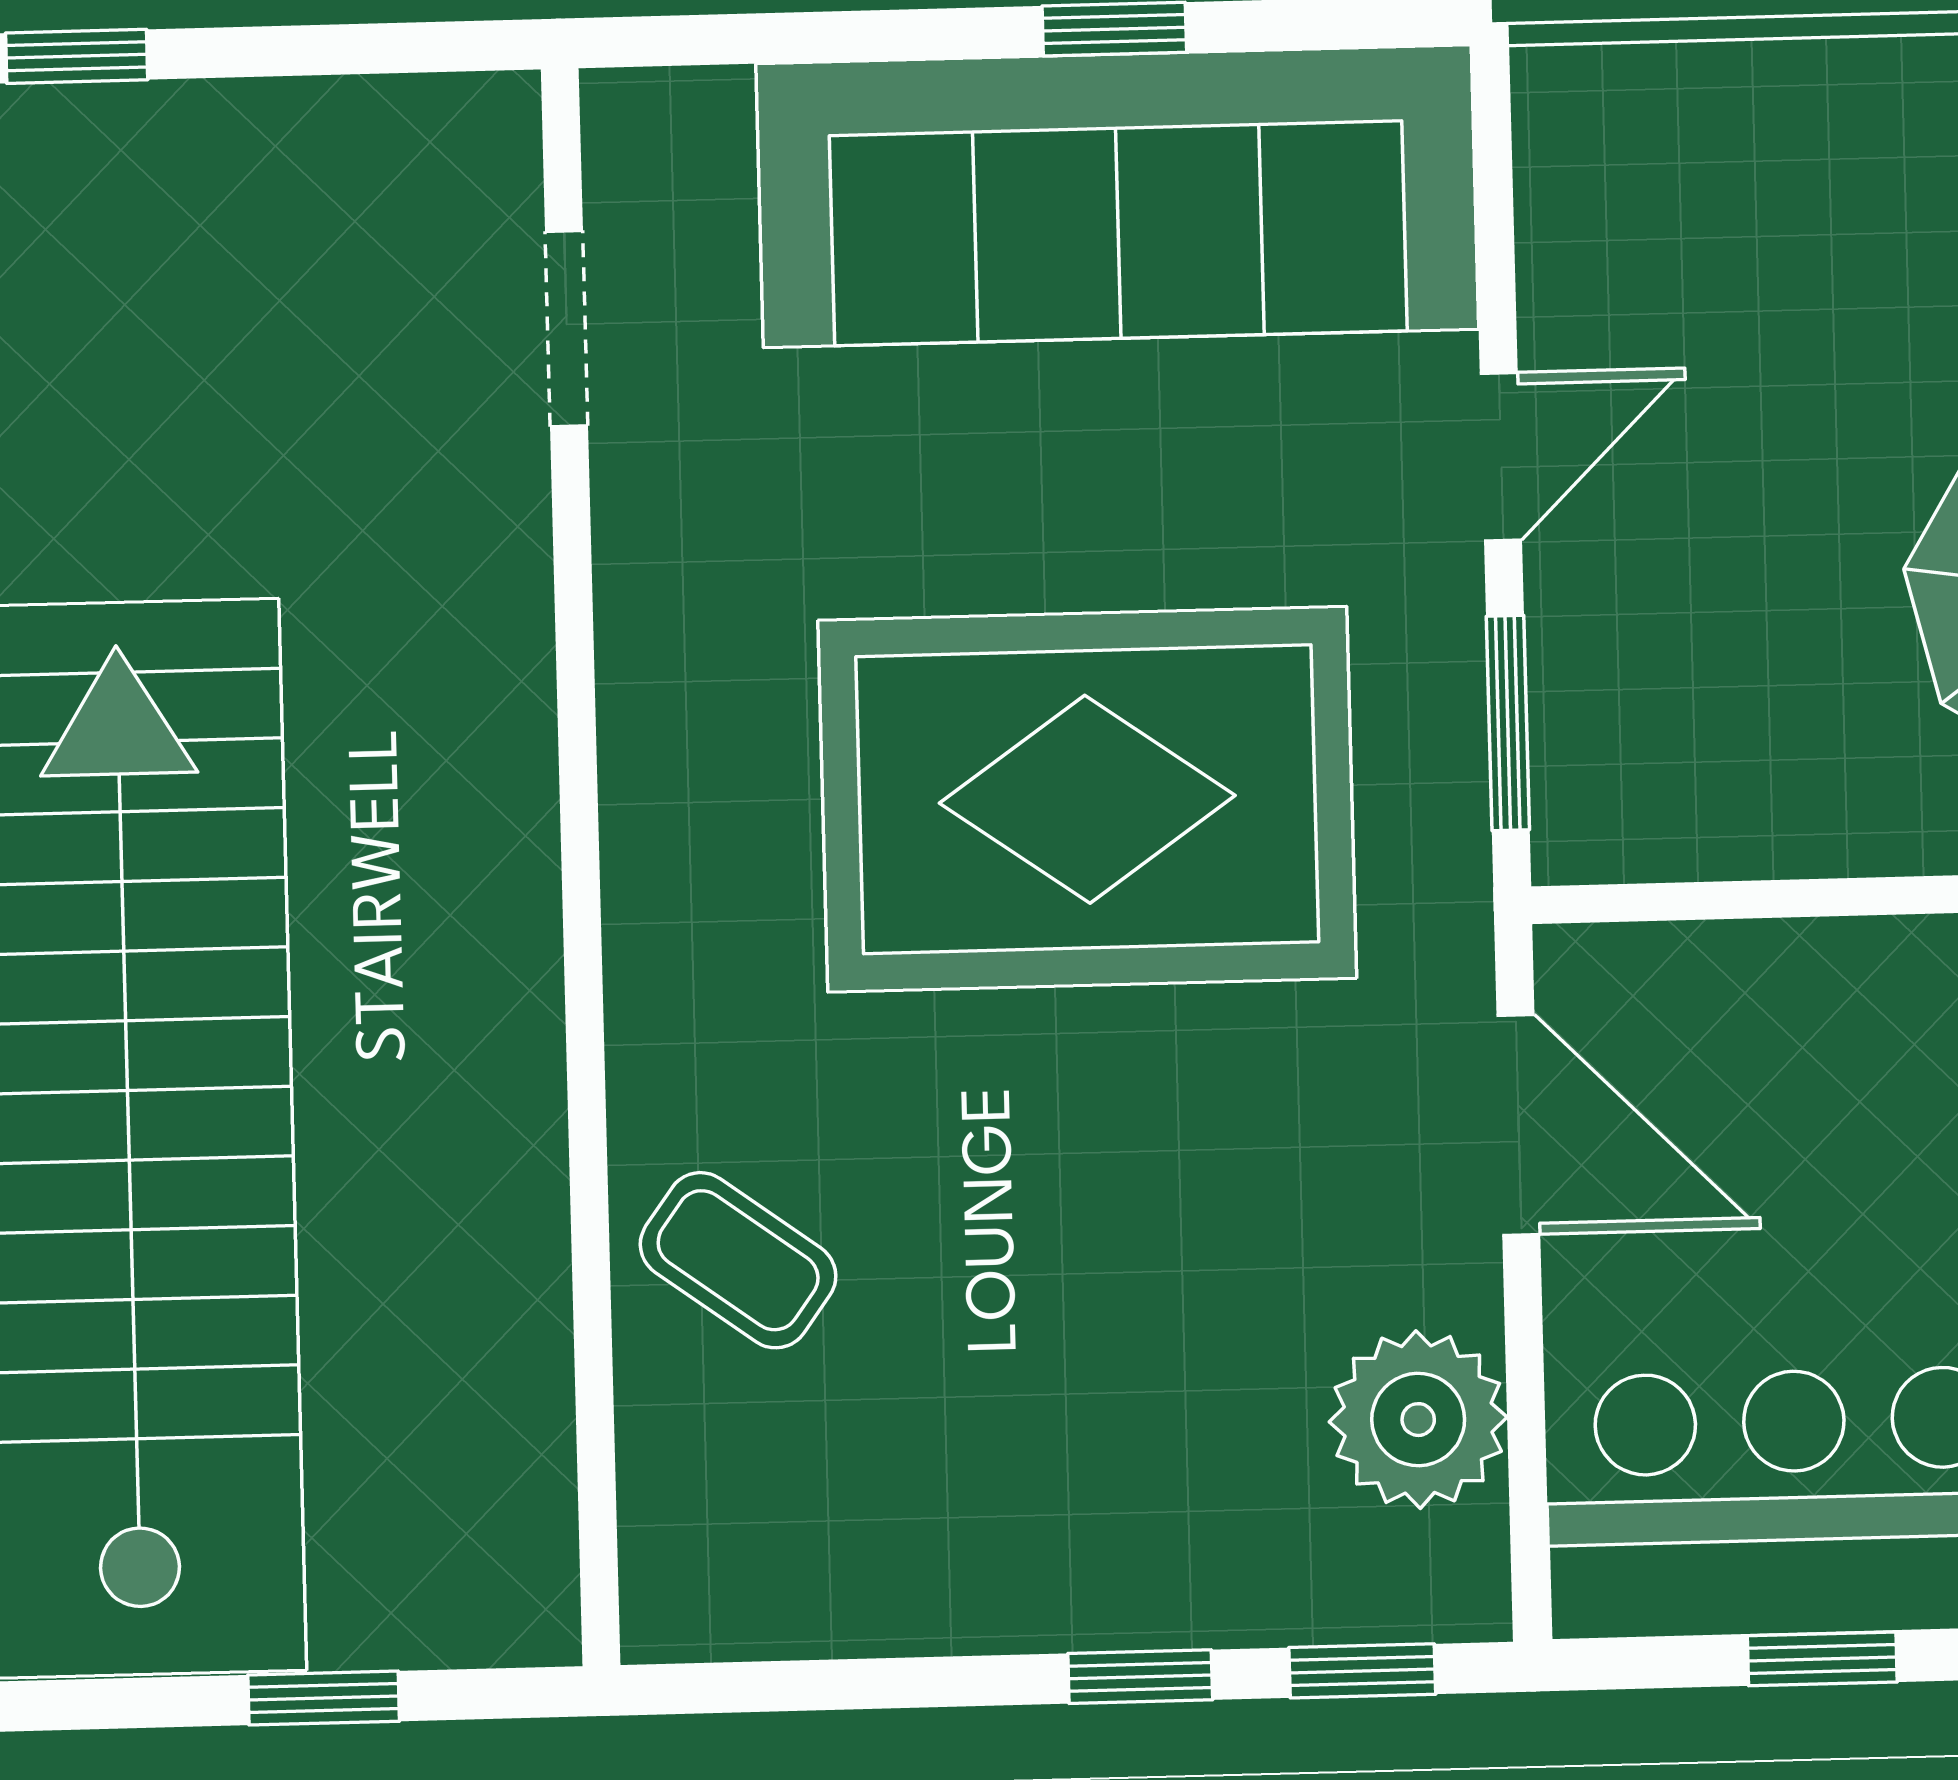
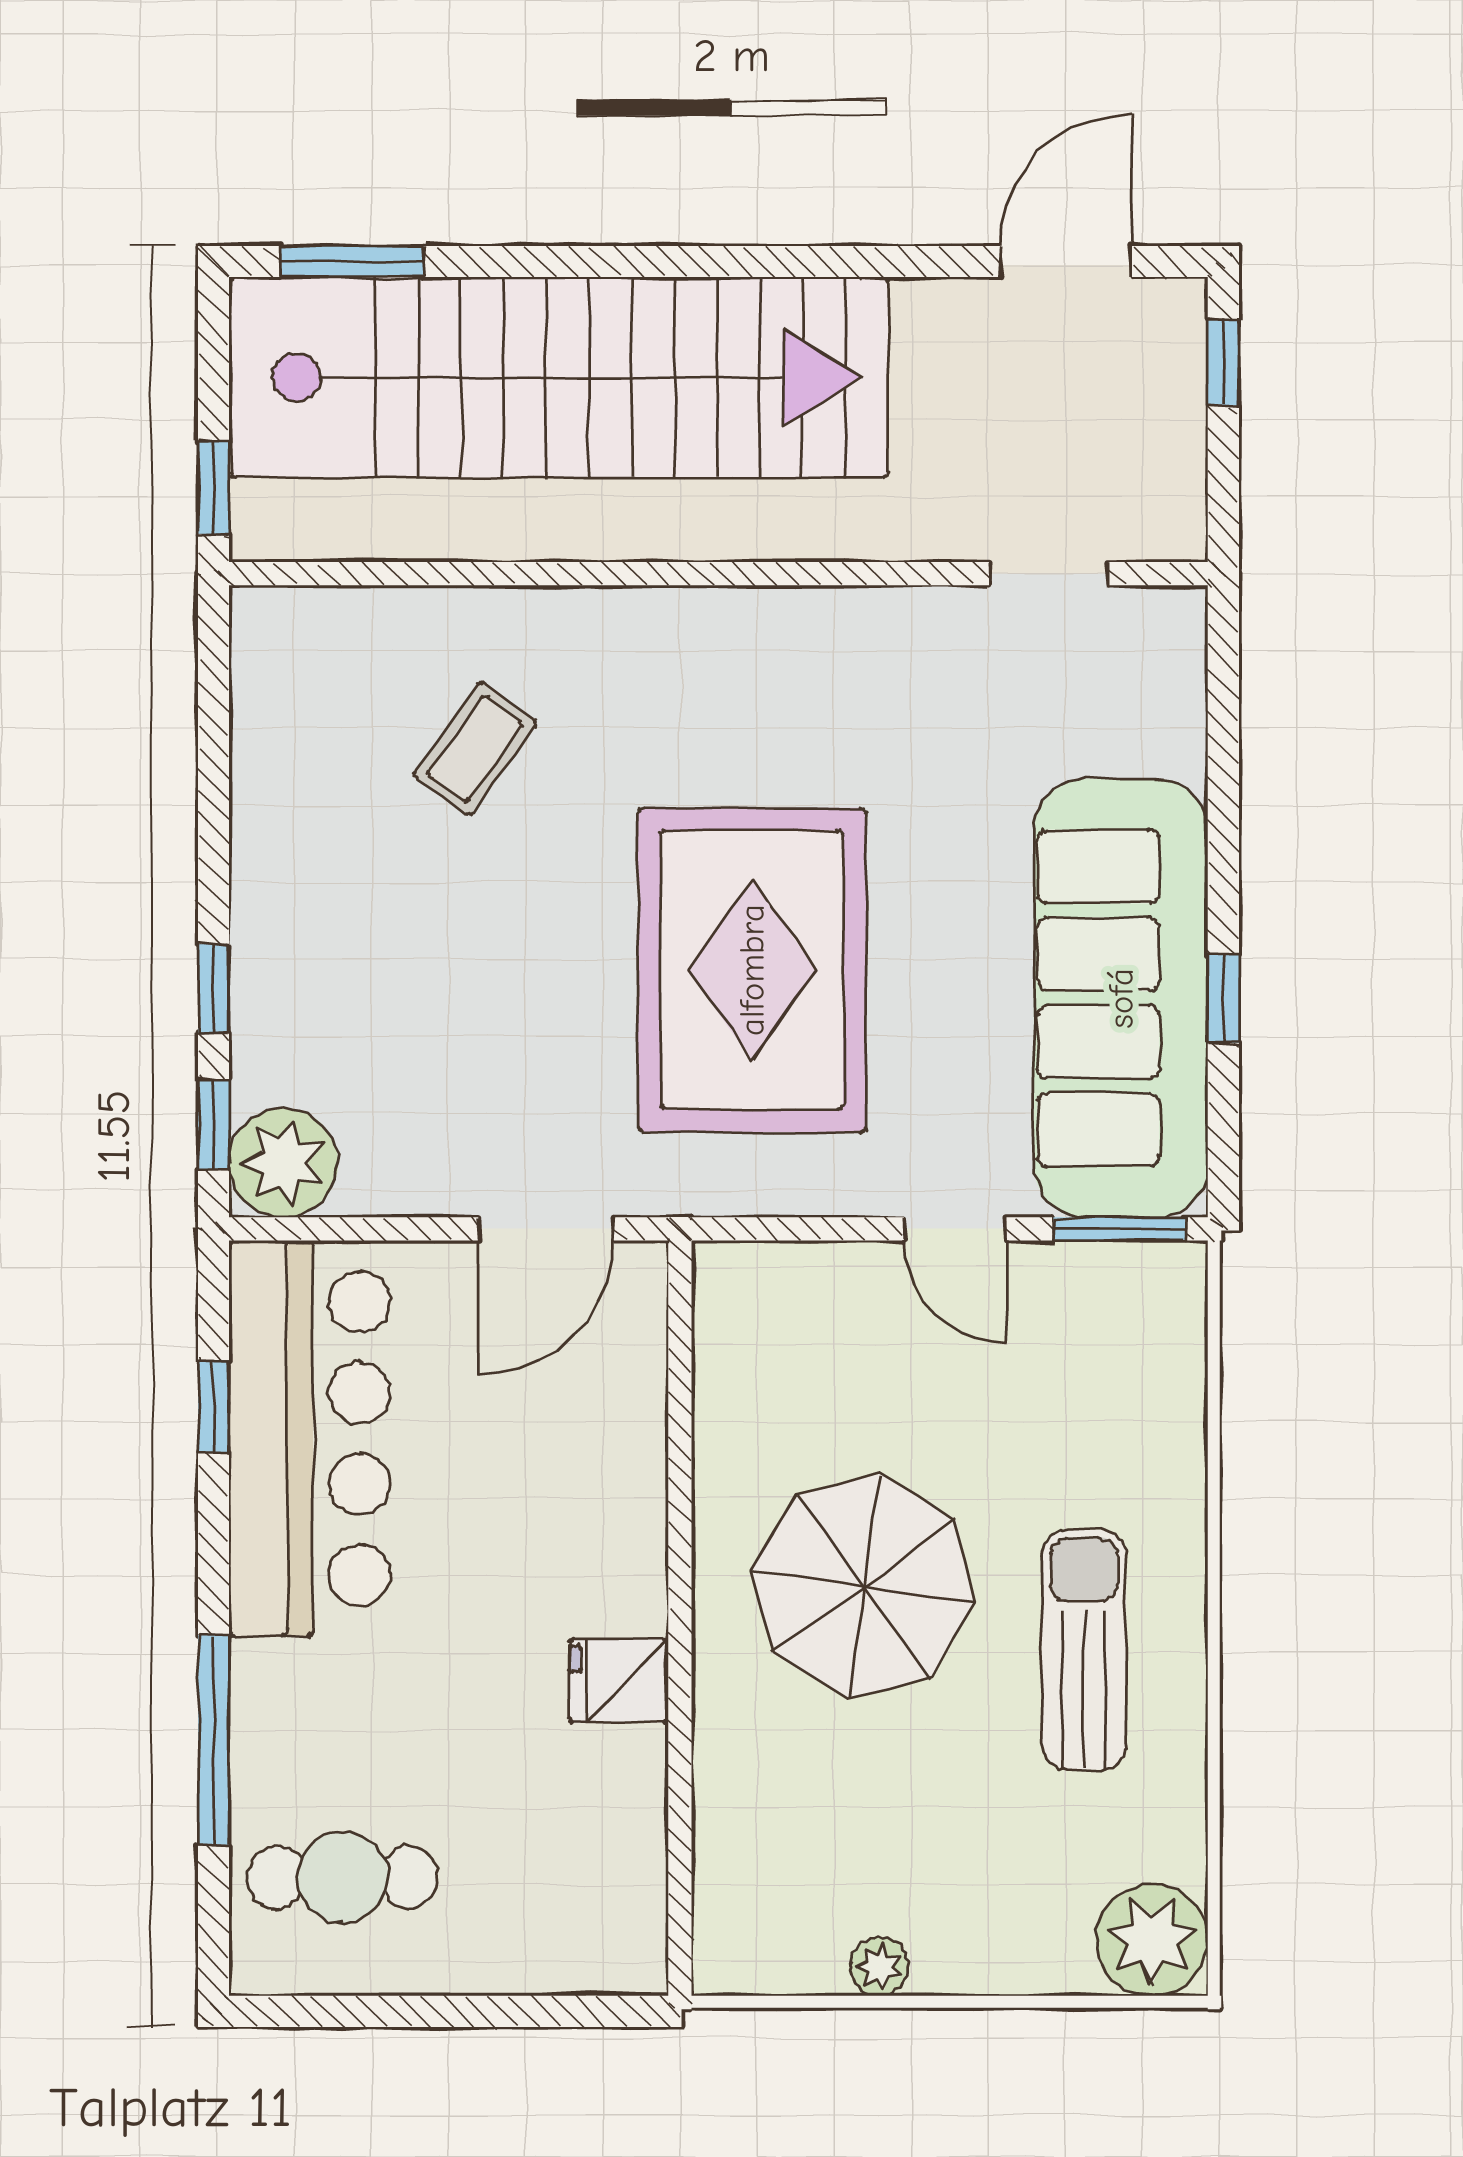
doorway: (566, 328) -> (1049, 574), moved
window: (1508, 723) -> (1119, 1229), moved
wall: (581, 867) -> (718, 574), moved
plant: (1418, 1420) -> (284, 1163), moved

